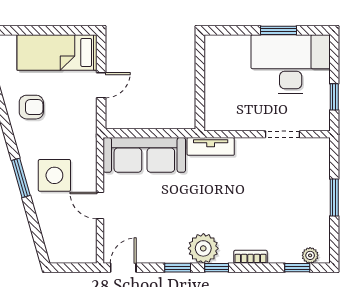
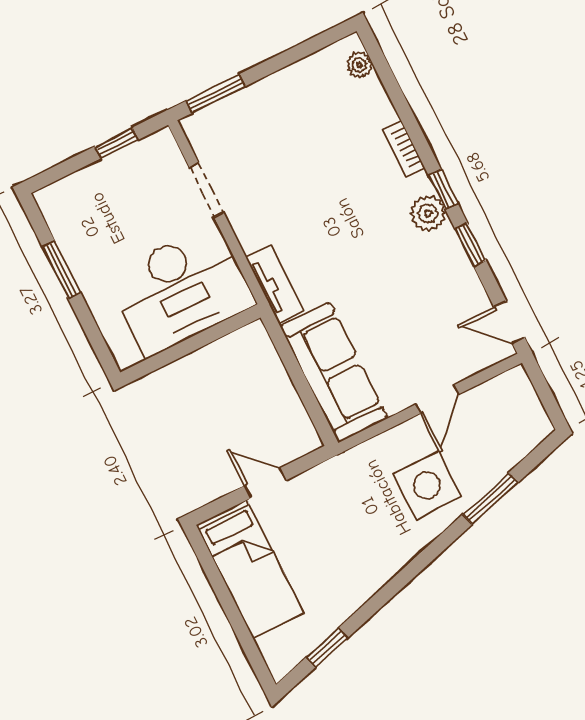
desk: (291, 64) -> (181, 290), moved, turned -90
armchair: (31, 107) -> (346, 567), removed
window: (21, 178) -> (490, 498), moved
window: (334, 198) -> (216, 93), moved
plant: (203, 248) -> (428, 213), width x0.73, depth x0.73
window: (297, 268) -> (386, 75), removed

